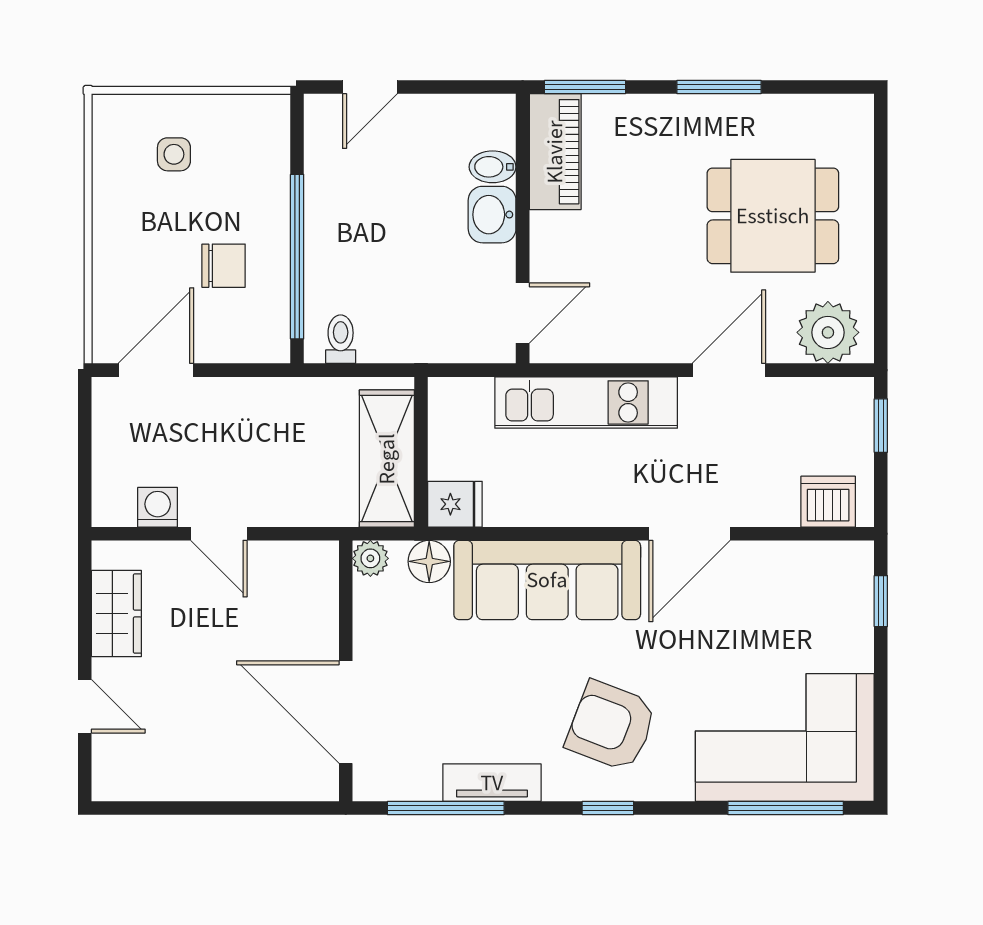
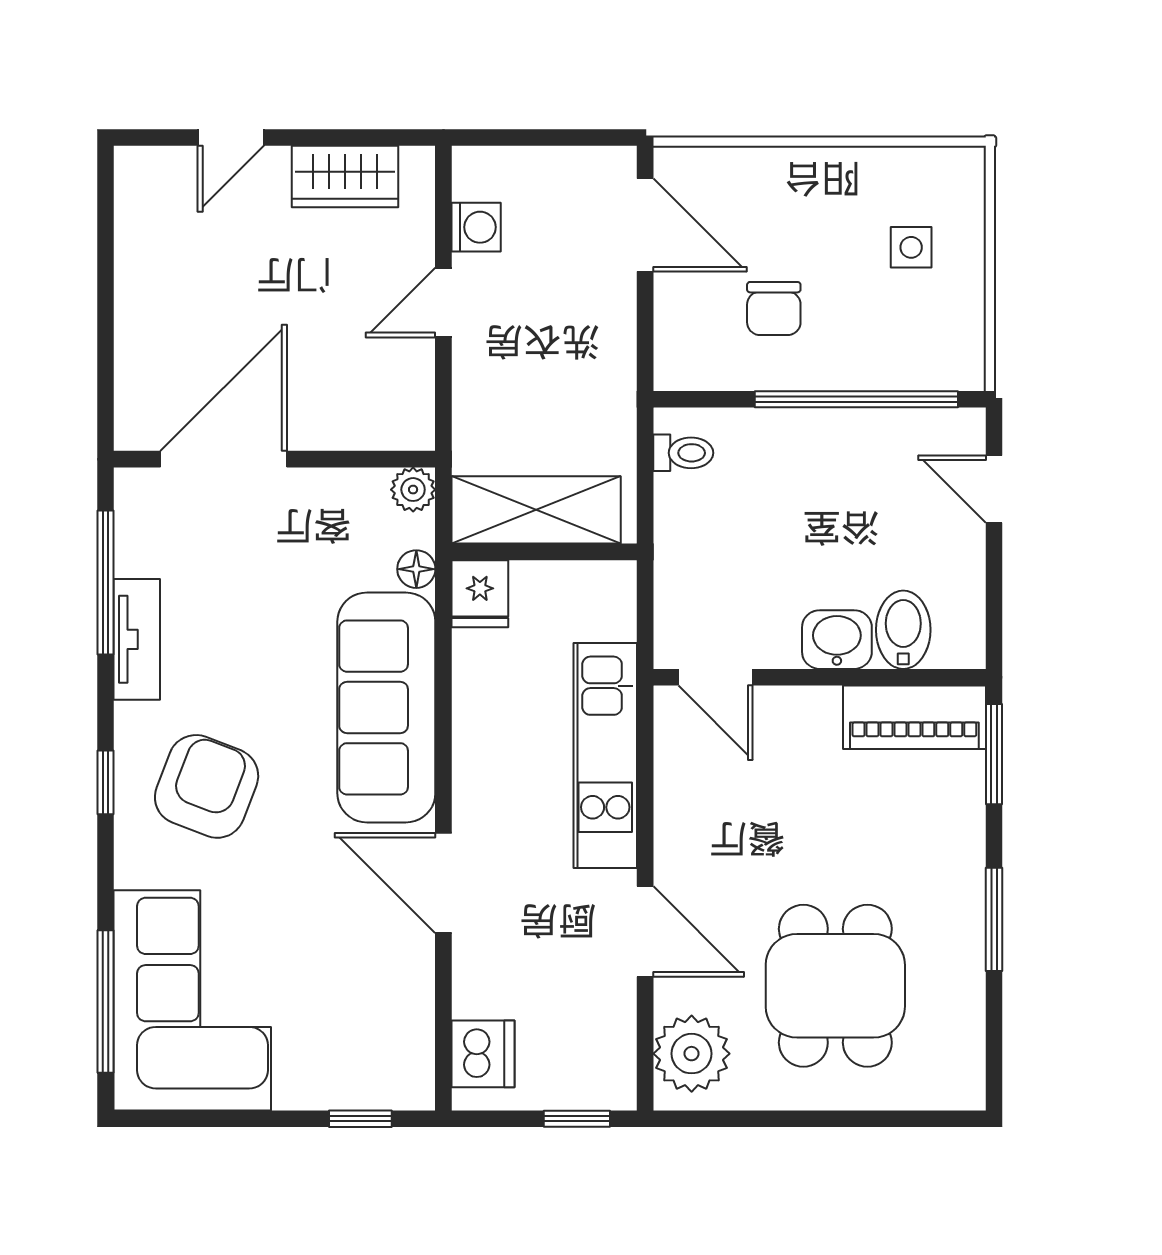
bidet: (493, 167) -> (903, 630), width x1.38, depth x1.36
window: (297, 257) -> (856, 399), moved
floor lamp: (429, 561) -> (416, 569), width x0.73, depth x0.73

